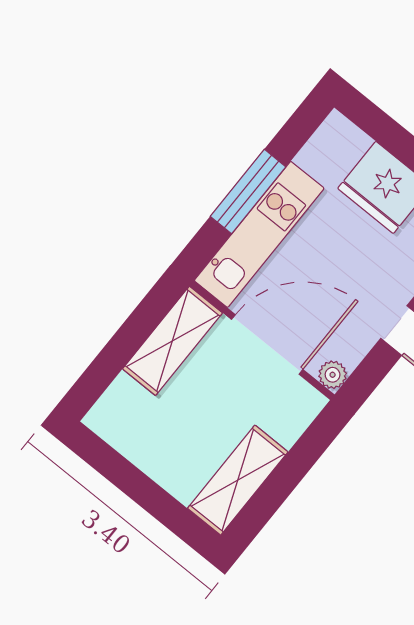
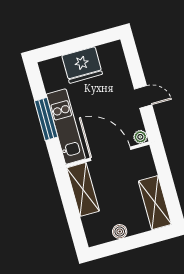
door: (267, 344) -> (111, 154), hinge flipped
boiler: (145, 455) -> (120, 232), added

